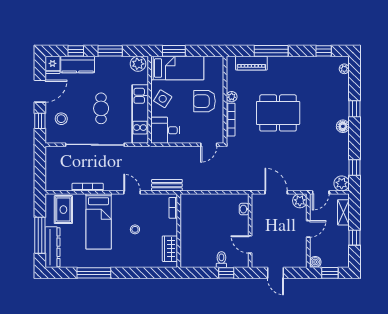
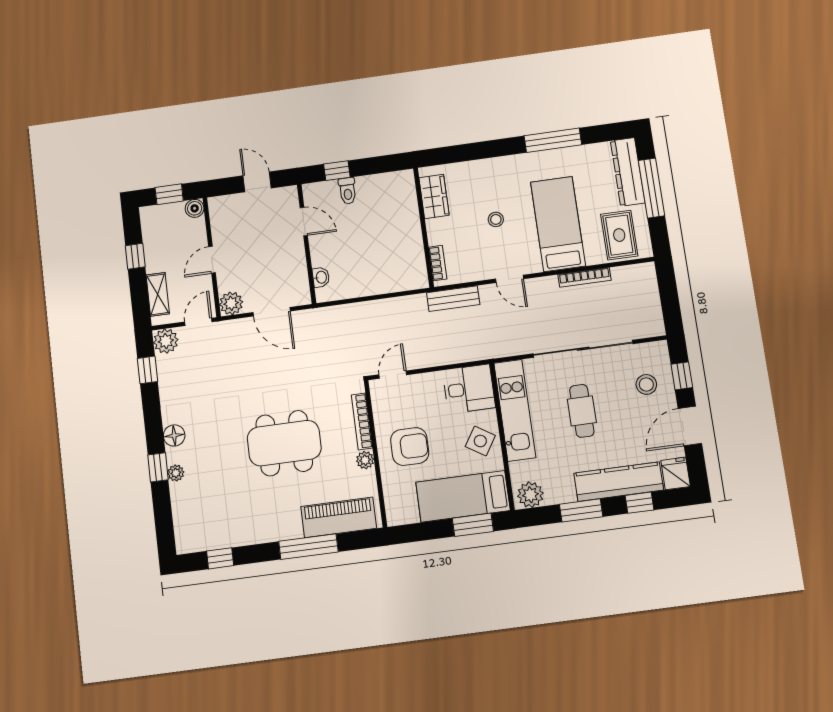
piano: (251, 63) -> (339, 517), width x1.37, depth x1.33
kitchen counter: (78, 65) -> (619, 482), width x1.50
plant: (344, 69) -> (176, 473), moved

